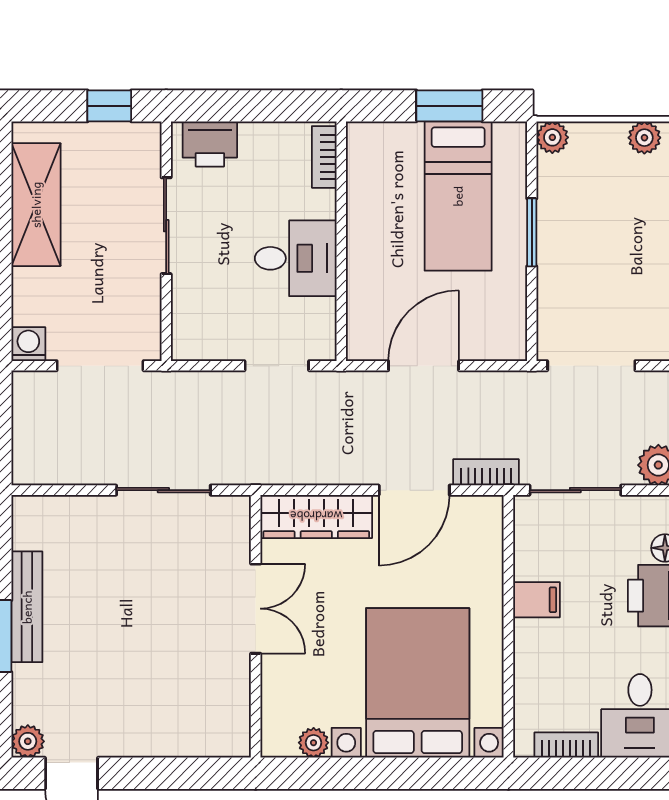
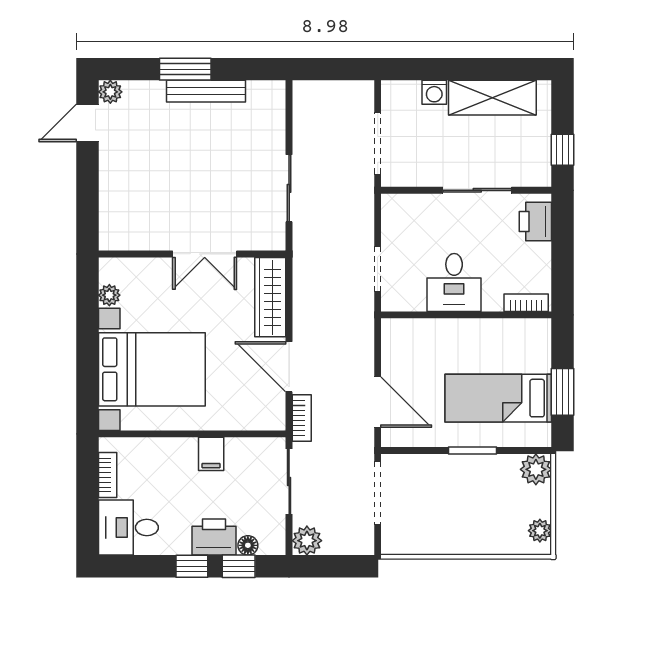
plant: (552, 137) -> (536, 469), width x1.38, depth x1.38
washing machine: (28, 344) -> (434, 92), moved, turned 90
door: (424, 366) -> (378, 402), moved

